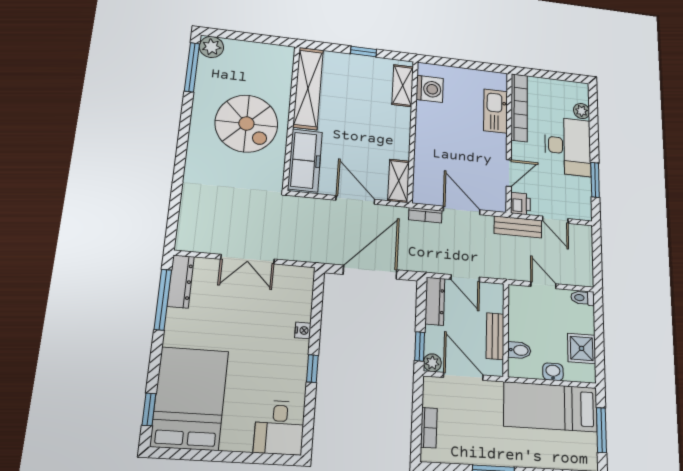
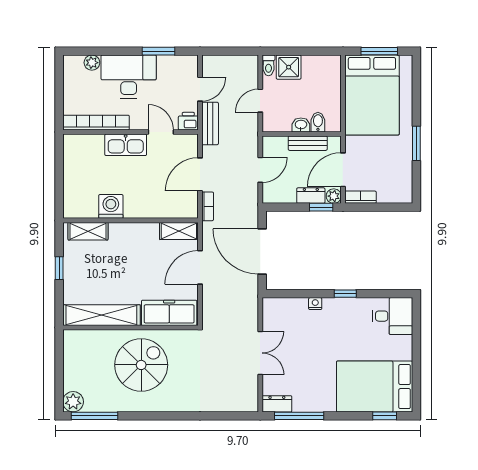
washing machine: (430, 89) -> (111, 206), moved
kitchen sink: (496, 111) -> (126, 145), moved
dresser: (181, 281) -> (277, 404), width x0.70
dresser: (435, 301) -> (311, 196), moved, width x0.70
shower: (582, 348) -> (289, 67), moved
washbasin: (553, 372) -> (301, 125), moved, turned 90
bed: (551, 407) -> (372, 95), width x1.50
bookcase: (429, 428) -> (360, 197), moved

